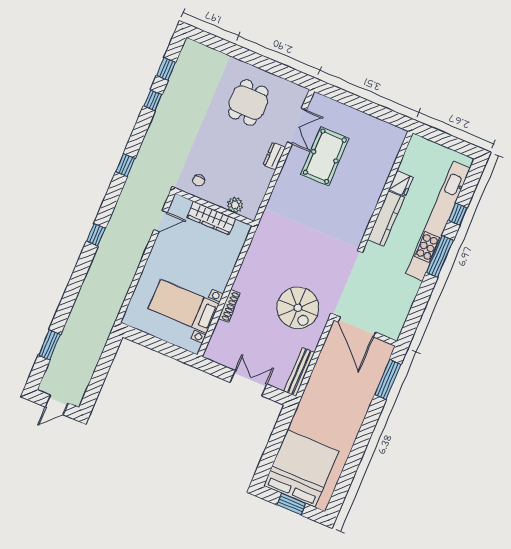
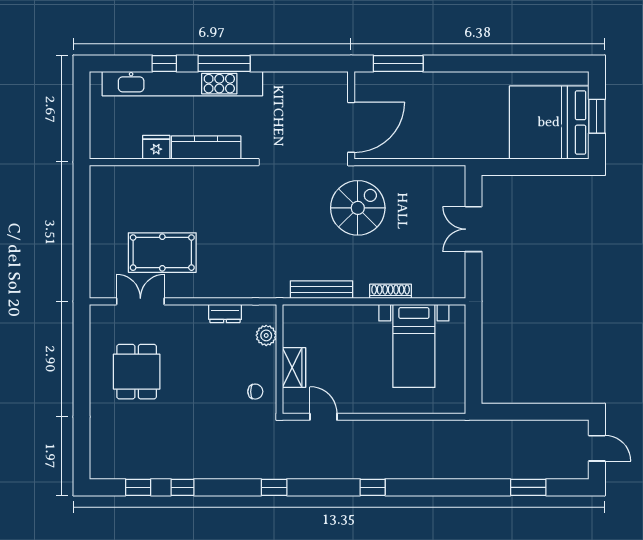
dining table: (248, 103) -> (137, 372), turned 90
dresser: (274, 156) -> (225, 314), moved
wardrobe: (211, 218) -> (294, 367), width x0.67
bench: (299, 372) -> (322, 290), moved

